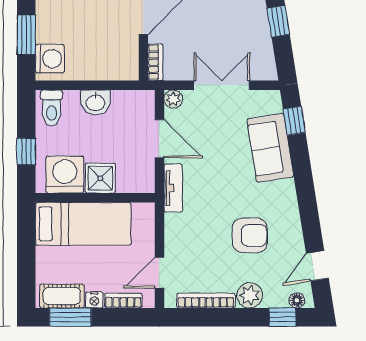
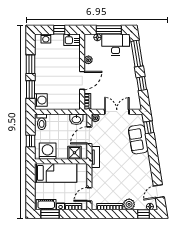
washbasin: (95, 102) -> (76, 119), moved
door: (159, 139) -> (89, 135), swing flipped
shower: (100, 178) -> (74, 153), moved
armchair: (250, 235) -> (129, 178), removed

